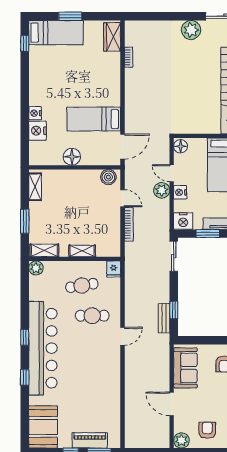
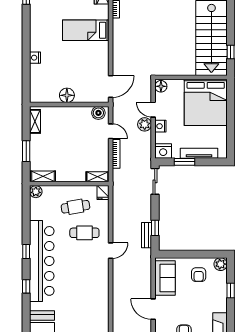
bed: (94, 119) -> (86, 30), moved
nightstand: (37, 131) -> (37, 73), removed
shelving: (82, 251) -> (97, 177), moved

